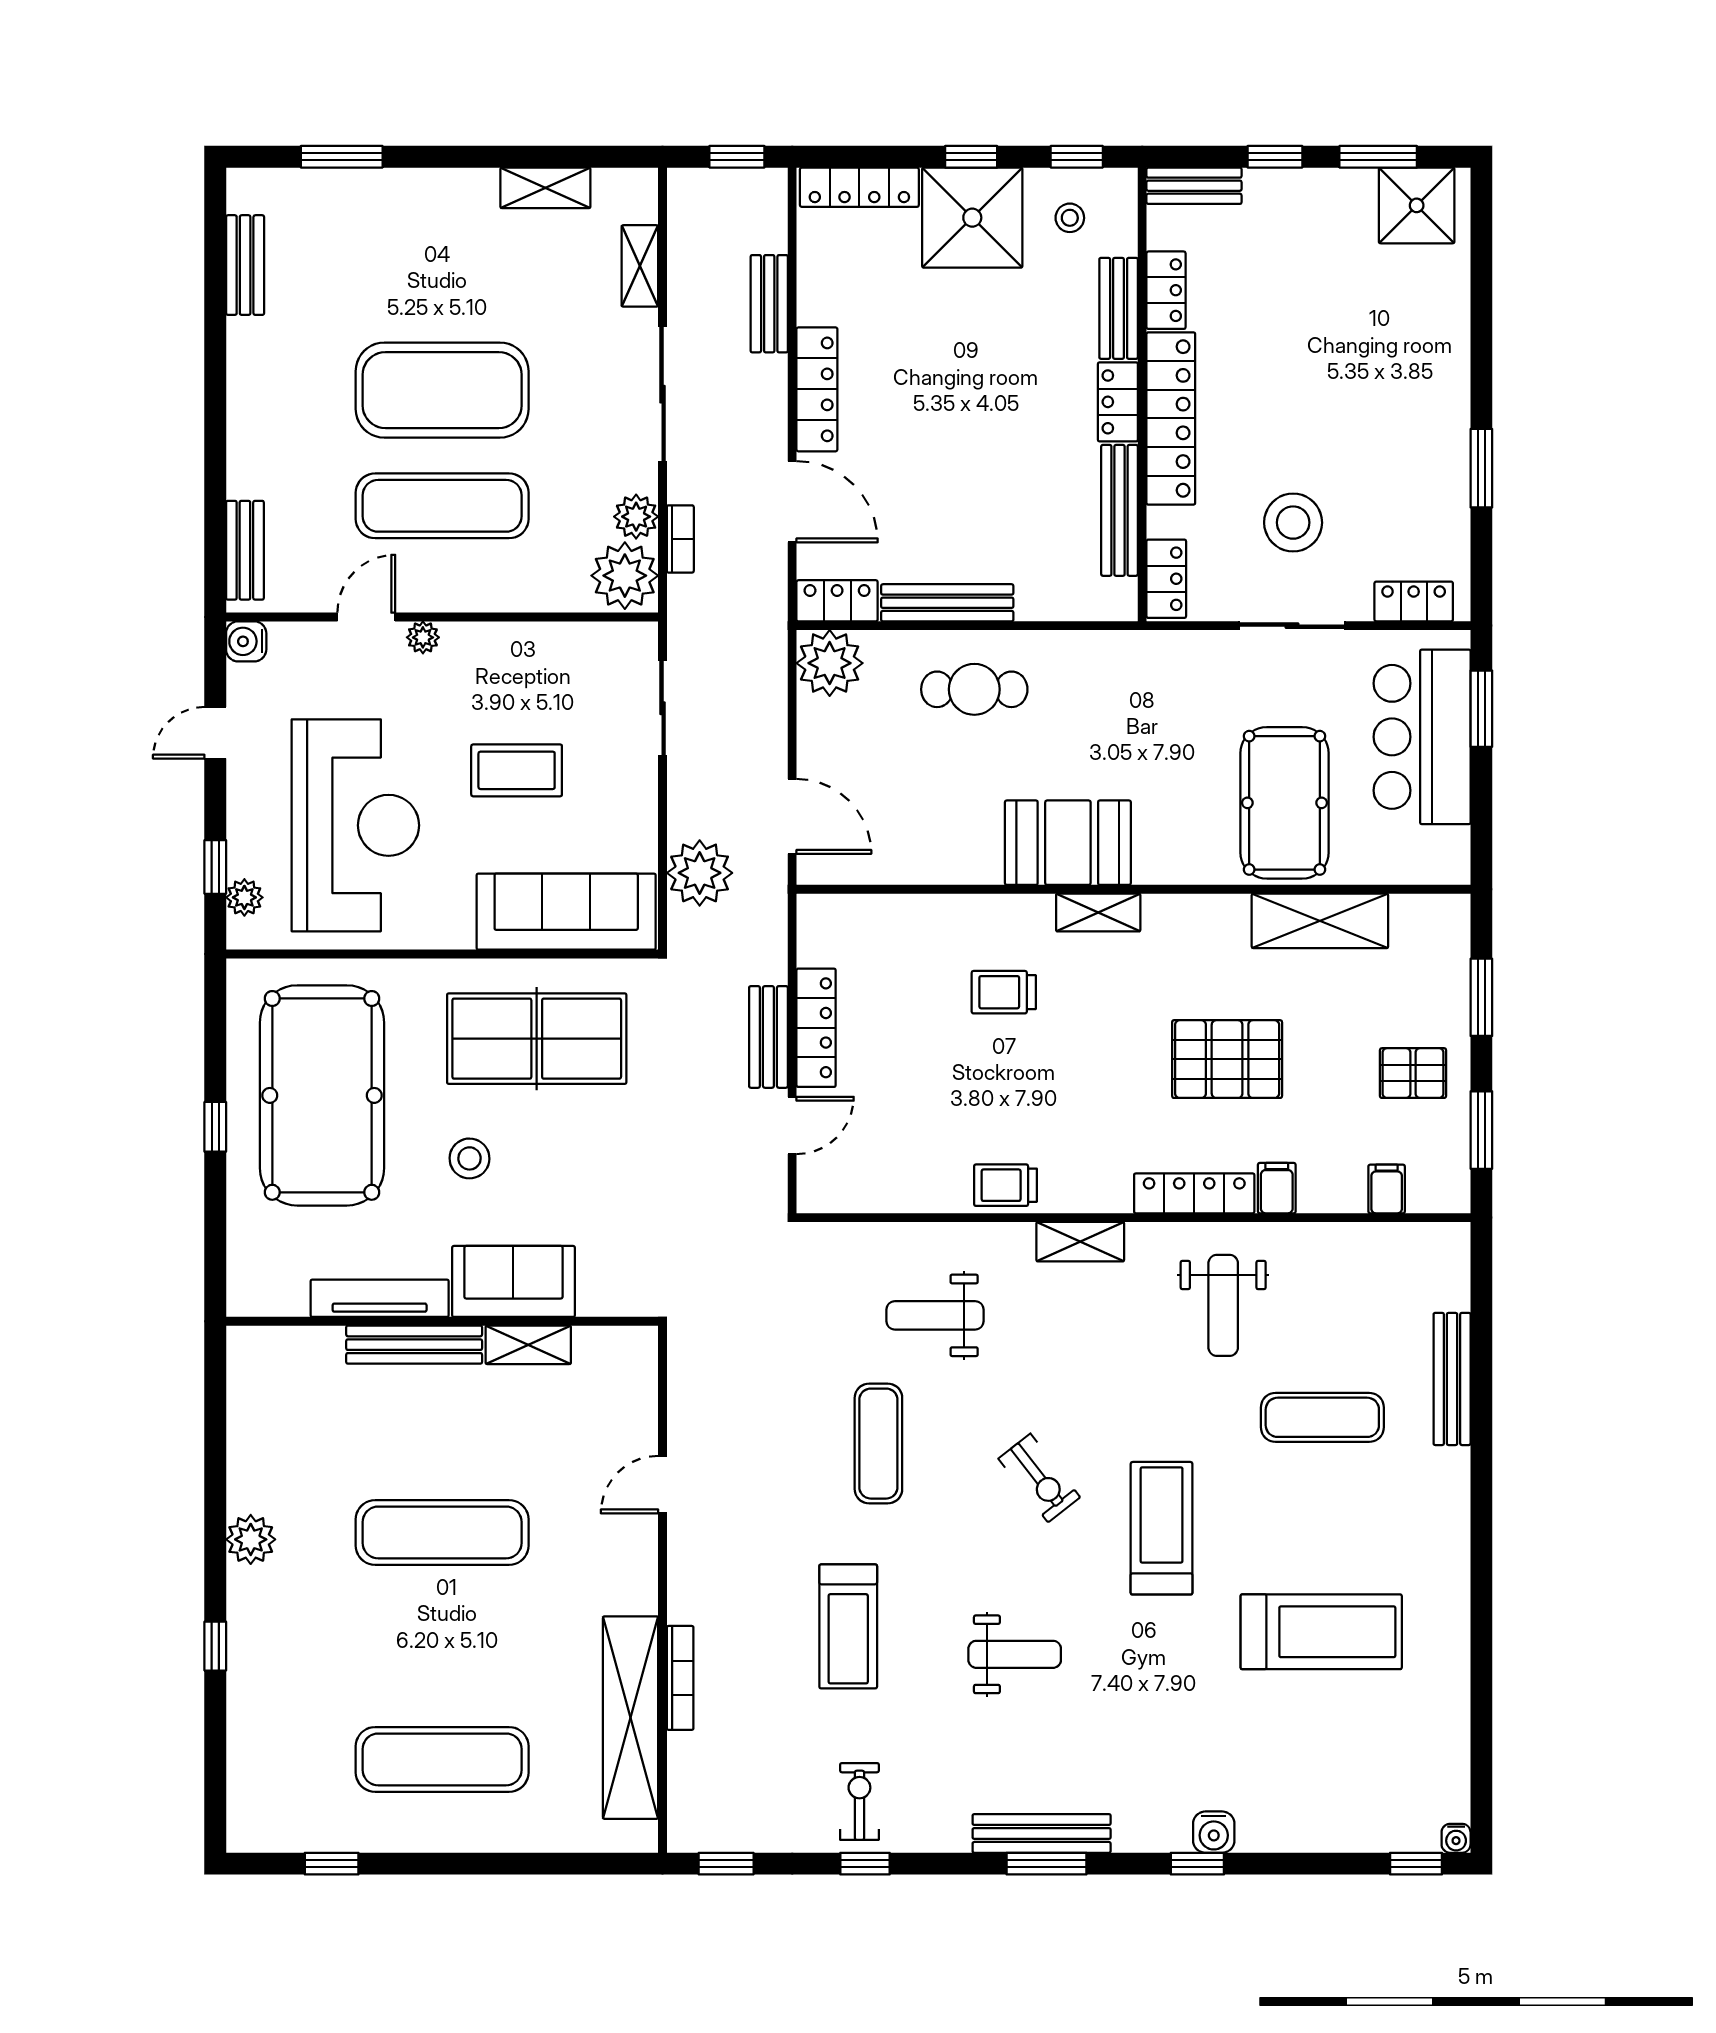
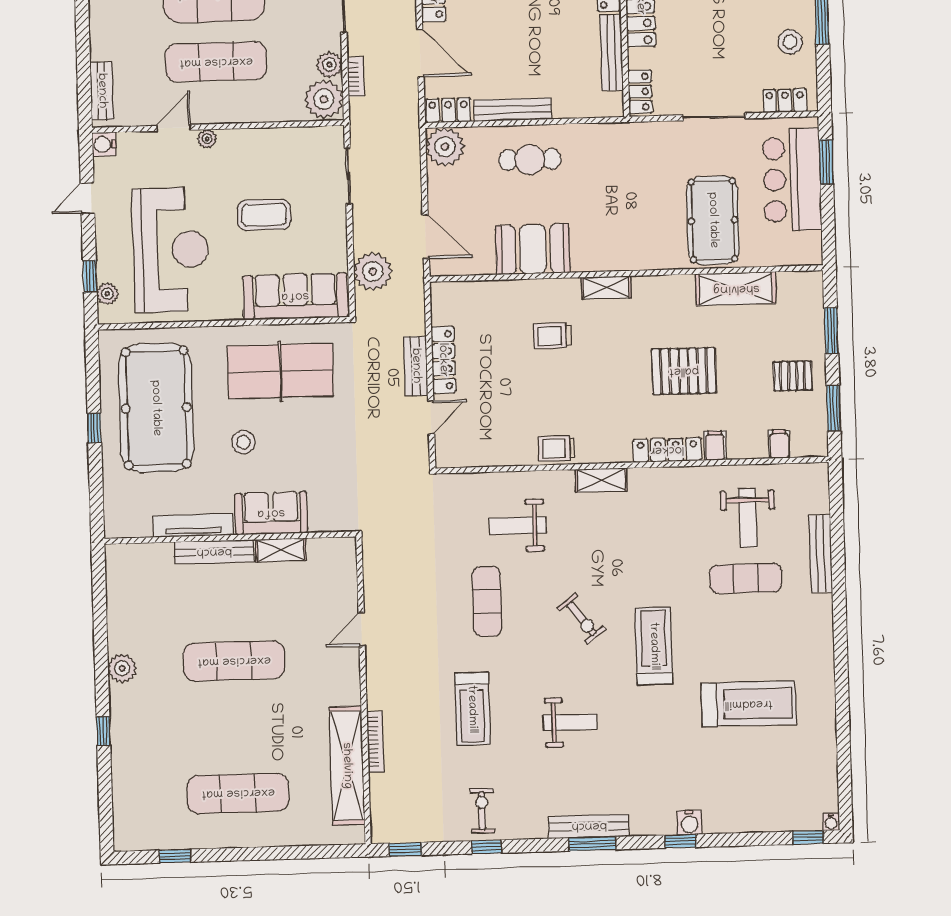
stool: (1293, 523) -> (790, 42), moved, width x0.73, depth x0.73
booth: (1068, 843) -> (533, 249), moved
weight bench: (1223, 1305) -> (748, 518), moved

